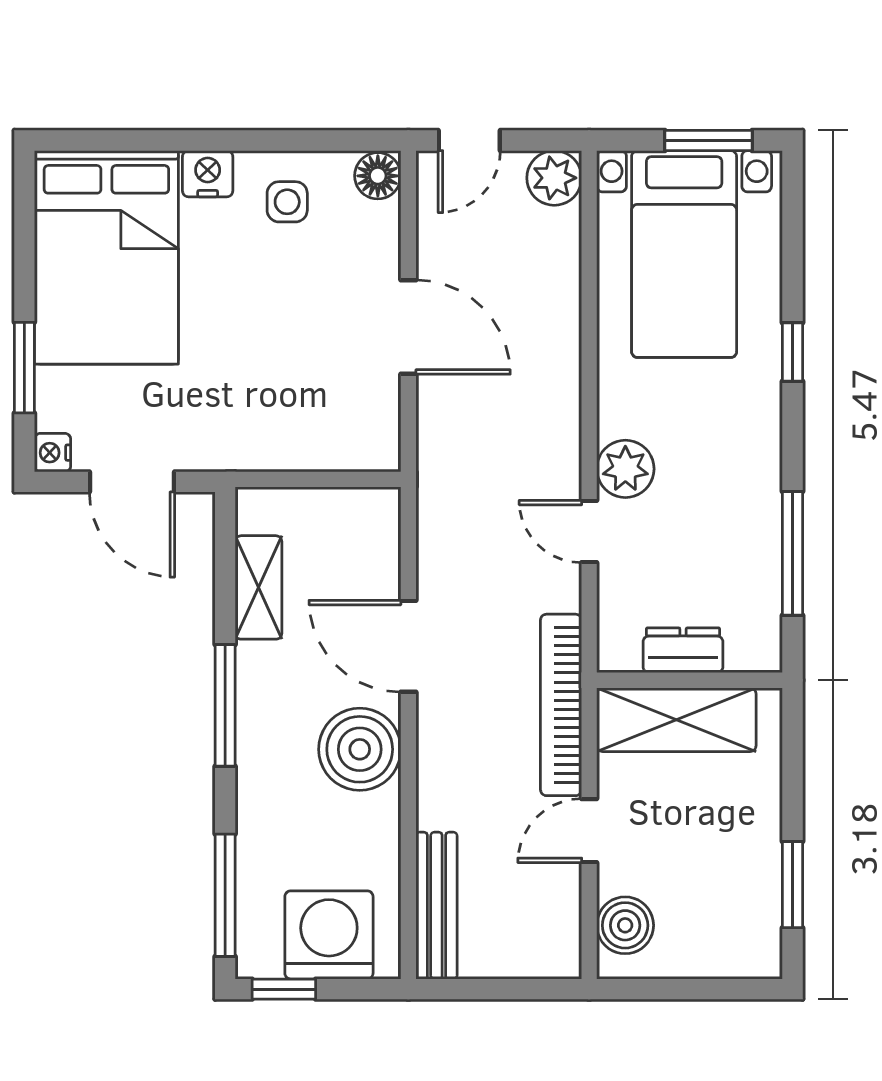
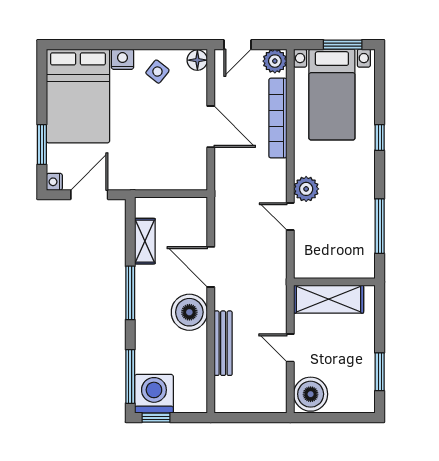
side table: (287, 202) -> (157, 72), turned 38
door: (132, 482) -> (89, 195), swing flipped
dresser: (683, 650) -> (331, 269), removed
bookcase: (561, 705) -> (278, 118), moved
door: (589, 831) -> (290, 348), hinge flipped
bench: (436, 906) -> (223, 343), moved
boiler: (625, 925) -> (311, 394), width x1.37, depth x1.37
washing machine: (329, 935) -> (154, 394), moved

